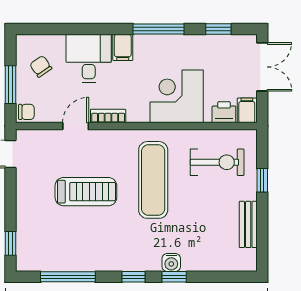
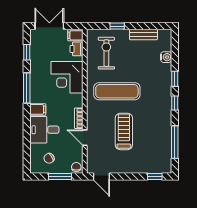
water cooler: (171, 262) -> (166, 57), moved

